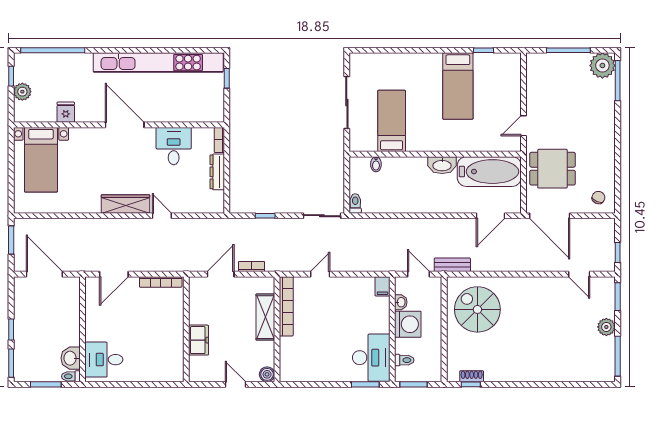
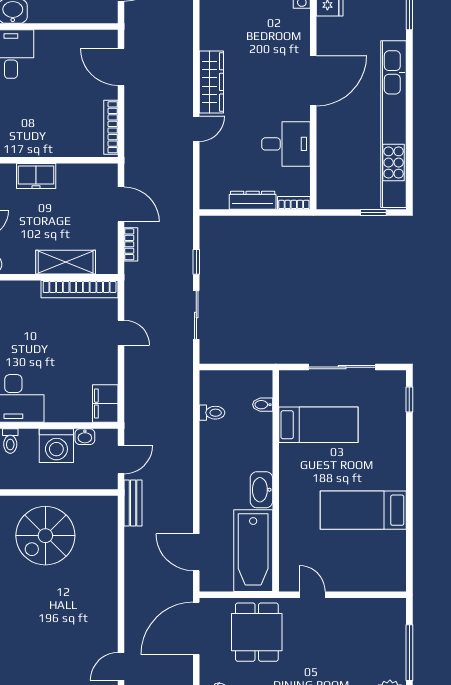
window: (483, 50) -> (409, 400), moved
toilet: (355, 203) -> (212, 413), moved
sliding door: (322, 216) -> (196, 315), moved
filing cabinet: (382, 286) -> (105, 404), width x2.00
spiral stairs: (477, 309) -> (45, 536), moved, turned 180

